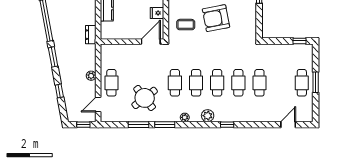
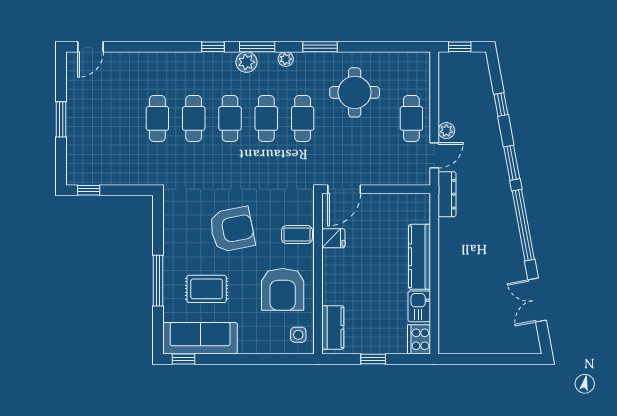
coffee table: (186, 25) -> (297, 234), moved
dresser: (91, 35) -> (447, 194), width x1.44
cafe table: (302, 83) -> (85, 118), removed
round table: (145, 98) -> (355, 92), turned 38
door: (98, 105) -> (434, 155), moved
window: (138, 125) -> (257, 47), moved
door: (288, 125) -> (91, 47), moved

